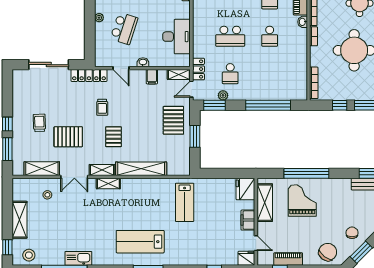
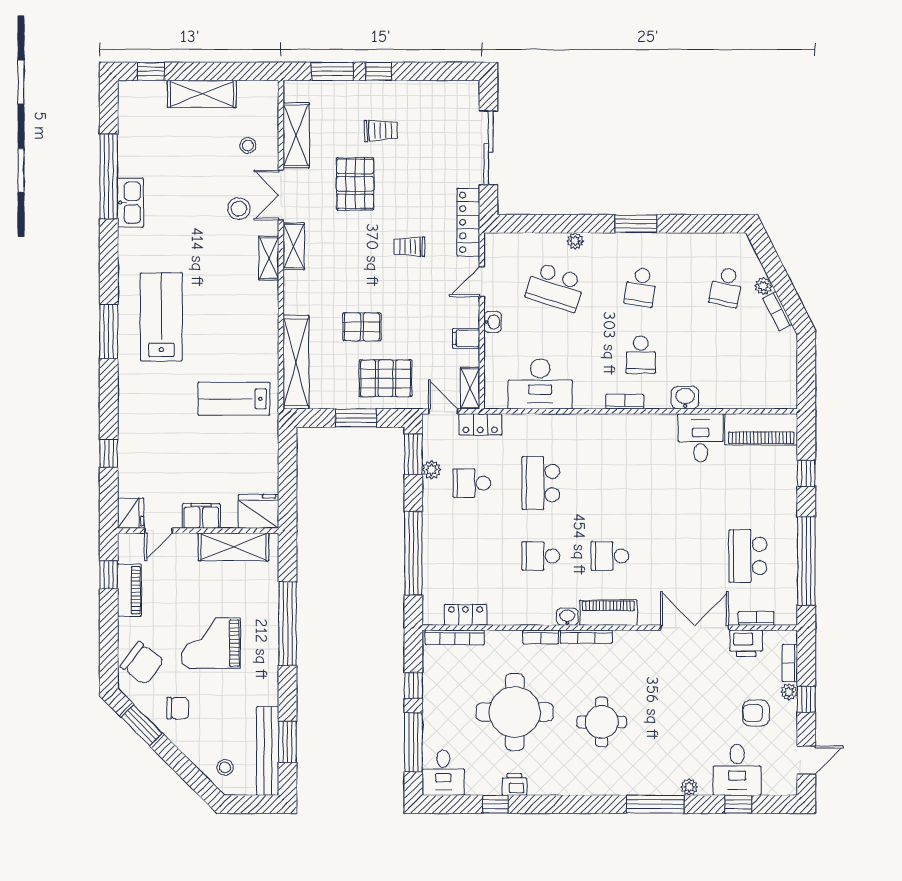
locker: (302, 77) -> (466, 615), added
pallet: (114, 137) -> (362, 327), moved
shelving: (141, 169) -> (296, 362), moved
grand piano: (302, 200) -> (211, 643), moved, turned 180
stool: (29, 255) -> (239, 209), moved

